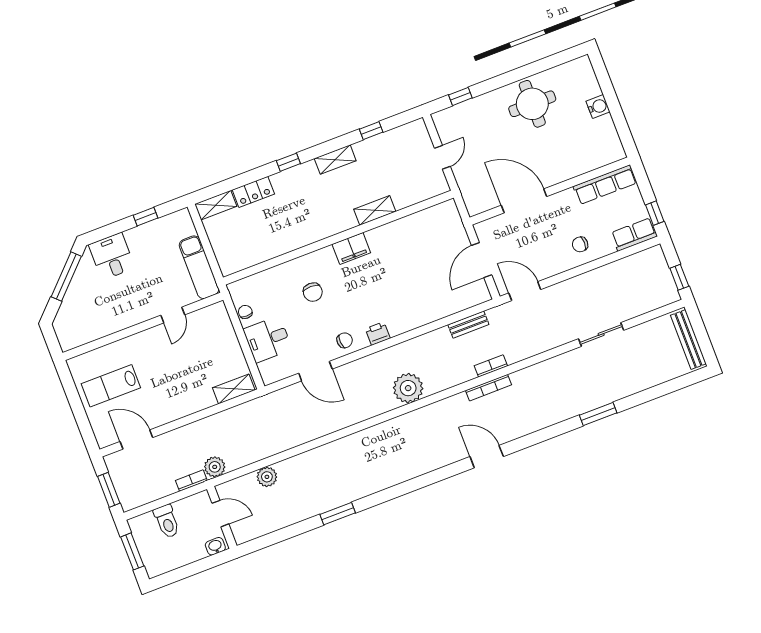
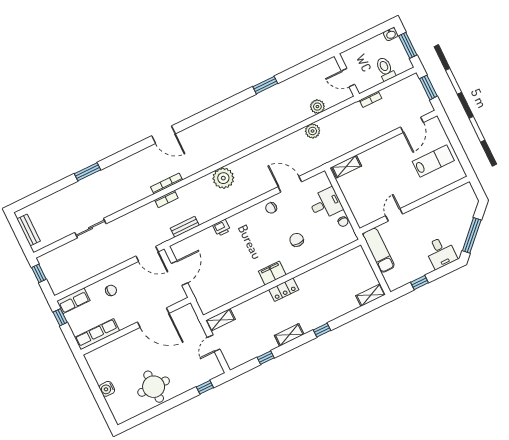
locker: (253, 192) -> (284, 290), moved, turned 180
shelving: (375, 210) -> (220, 320), moved
printer: (378, 334) -> (222, 228), moved
bench: (688, 340) -> (29, 230), width x0.73
door: (136, 439) -> (412, 125), hinge flipped
plant: (215, 467) -> (313, 131), moved
washbasin: (215, 546) -> (391, 34), moved

